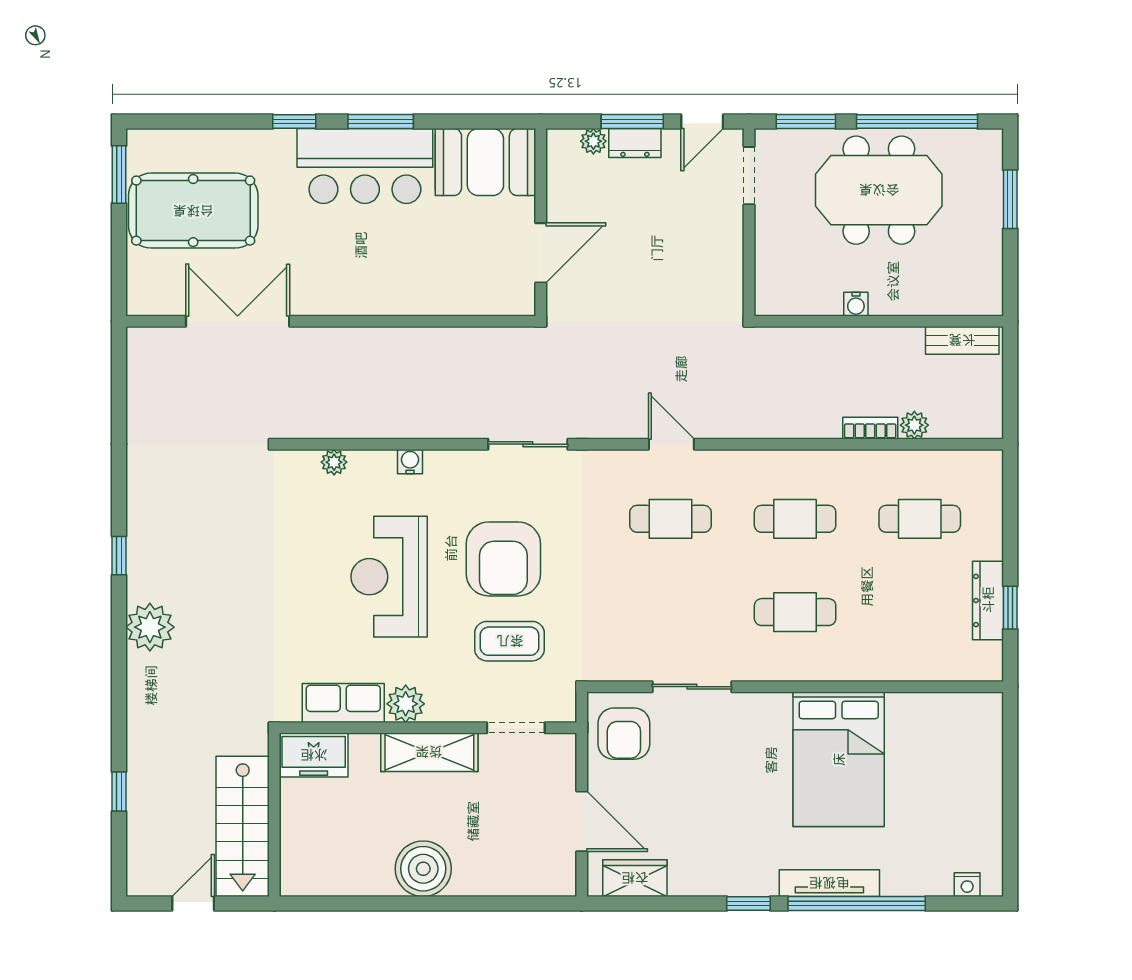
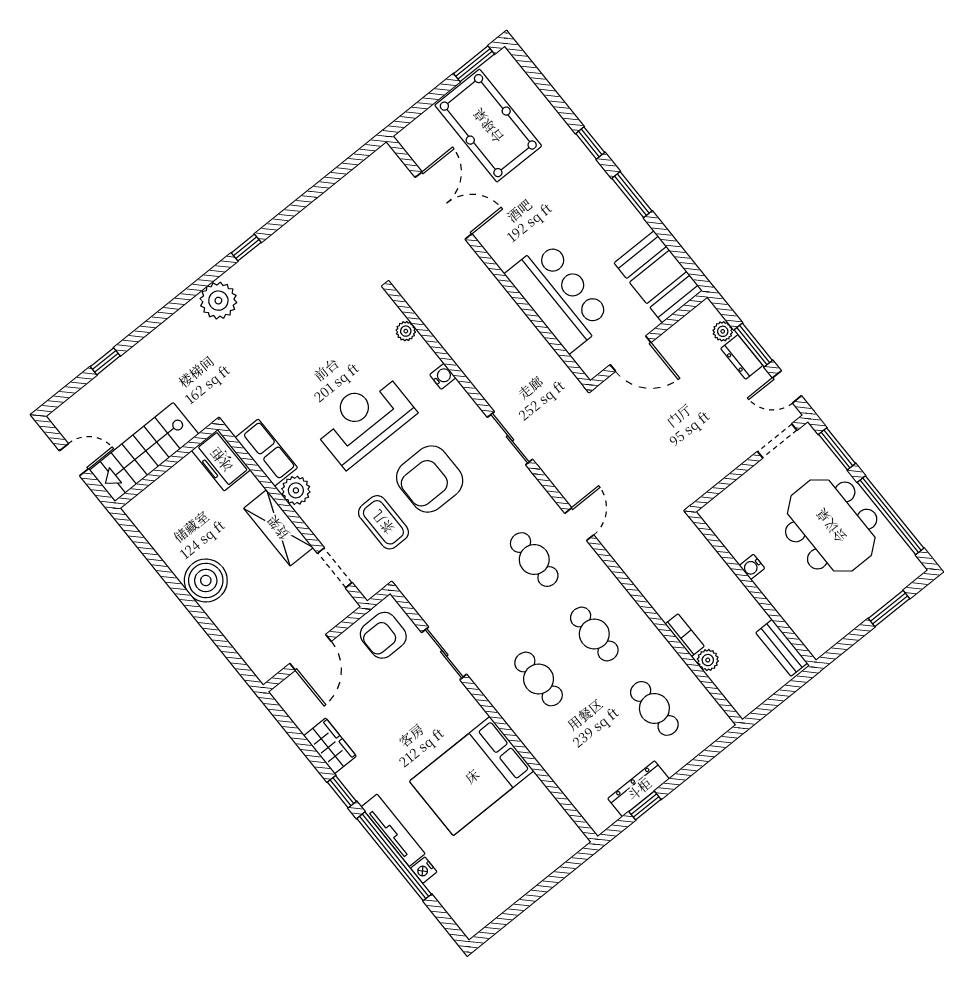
bar counter: (365, 166) -> (559, 296), moved, turned 180
wardrobe: (635, 878) -> (330, 746), moved
nightstand: (967, 885) -> (424, 870), moved

